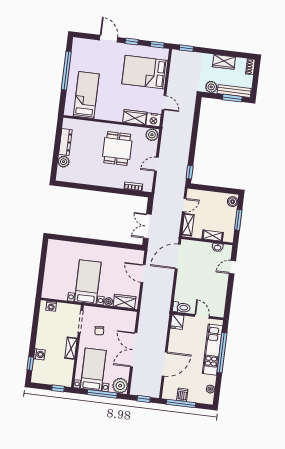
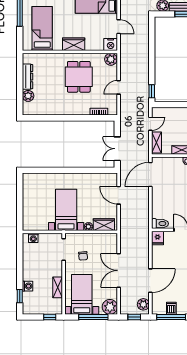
wardrobe: (135, 117) -> (74, 44), moved
shelving: (71, 348) -> (58, 287), moved
plant: (154, 387) -> (143, 304), added

